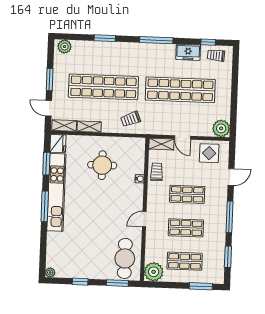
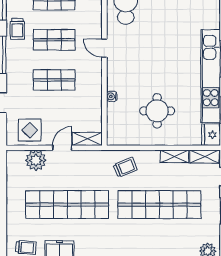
plant: (221, 128) -> (36, 160), moved
door: (183, 137) -> (62, 148), hinge flipped
trolley: (157, 172) -> (17, 29), moved
door: (144, 219) -> (104, 48), swing flipped

